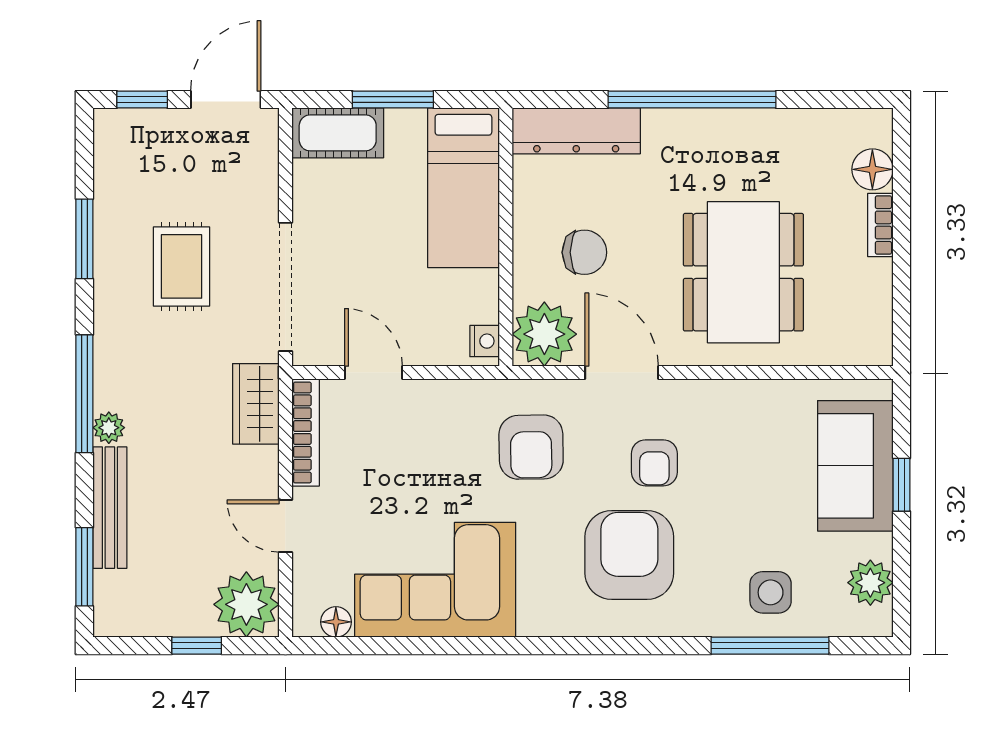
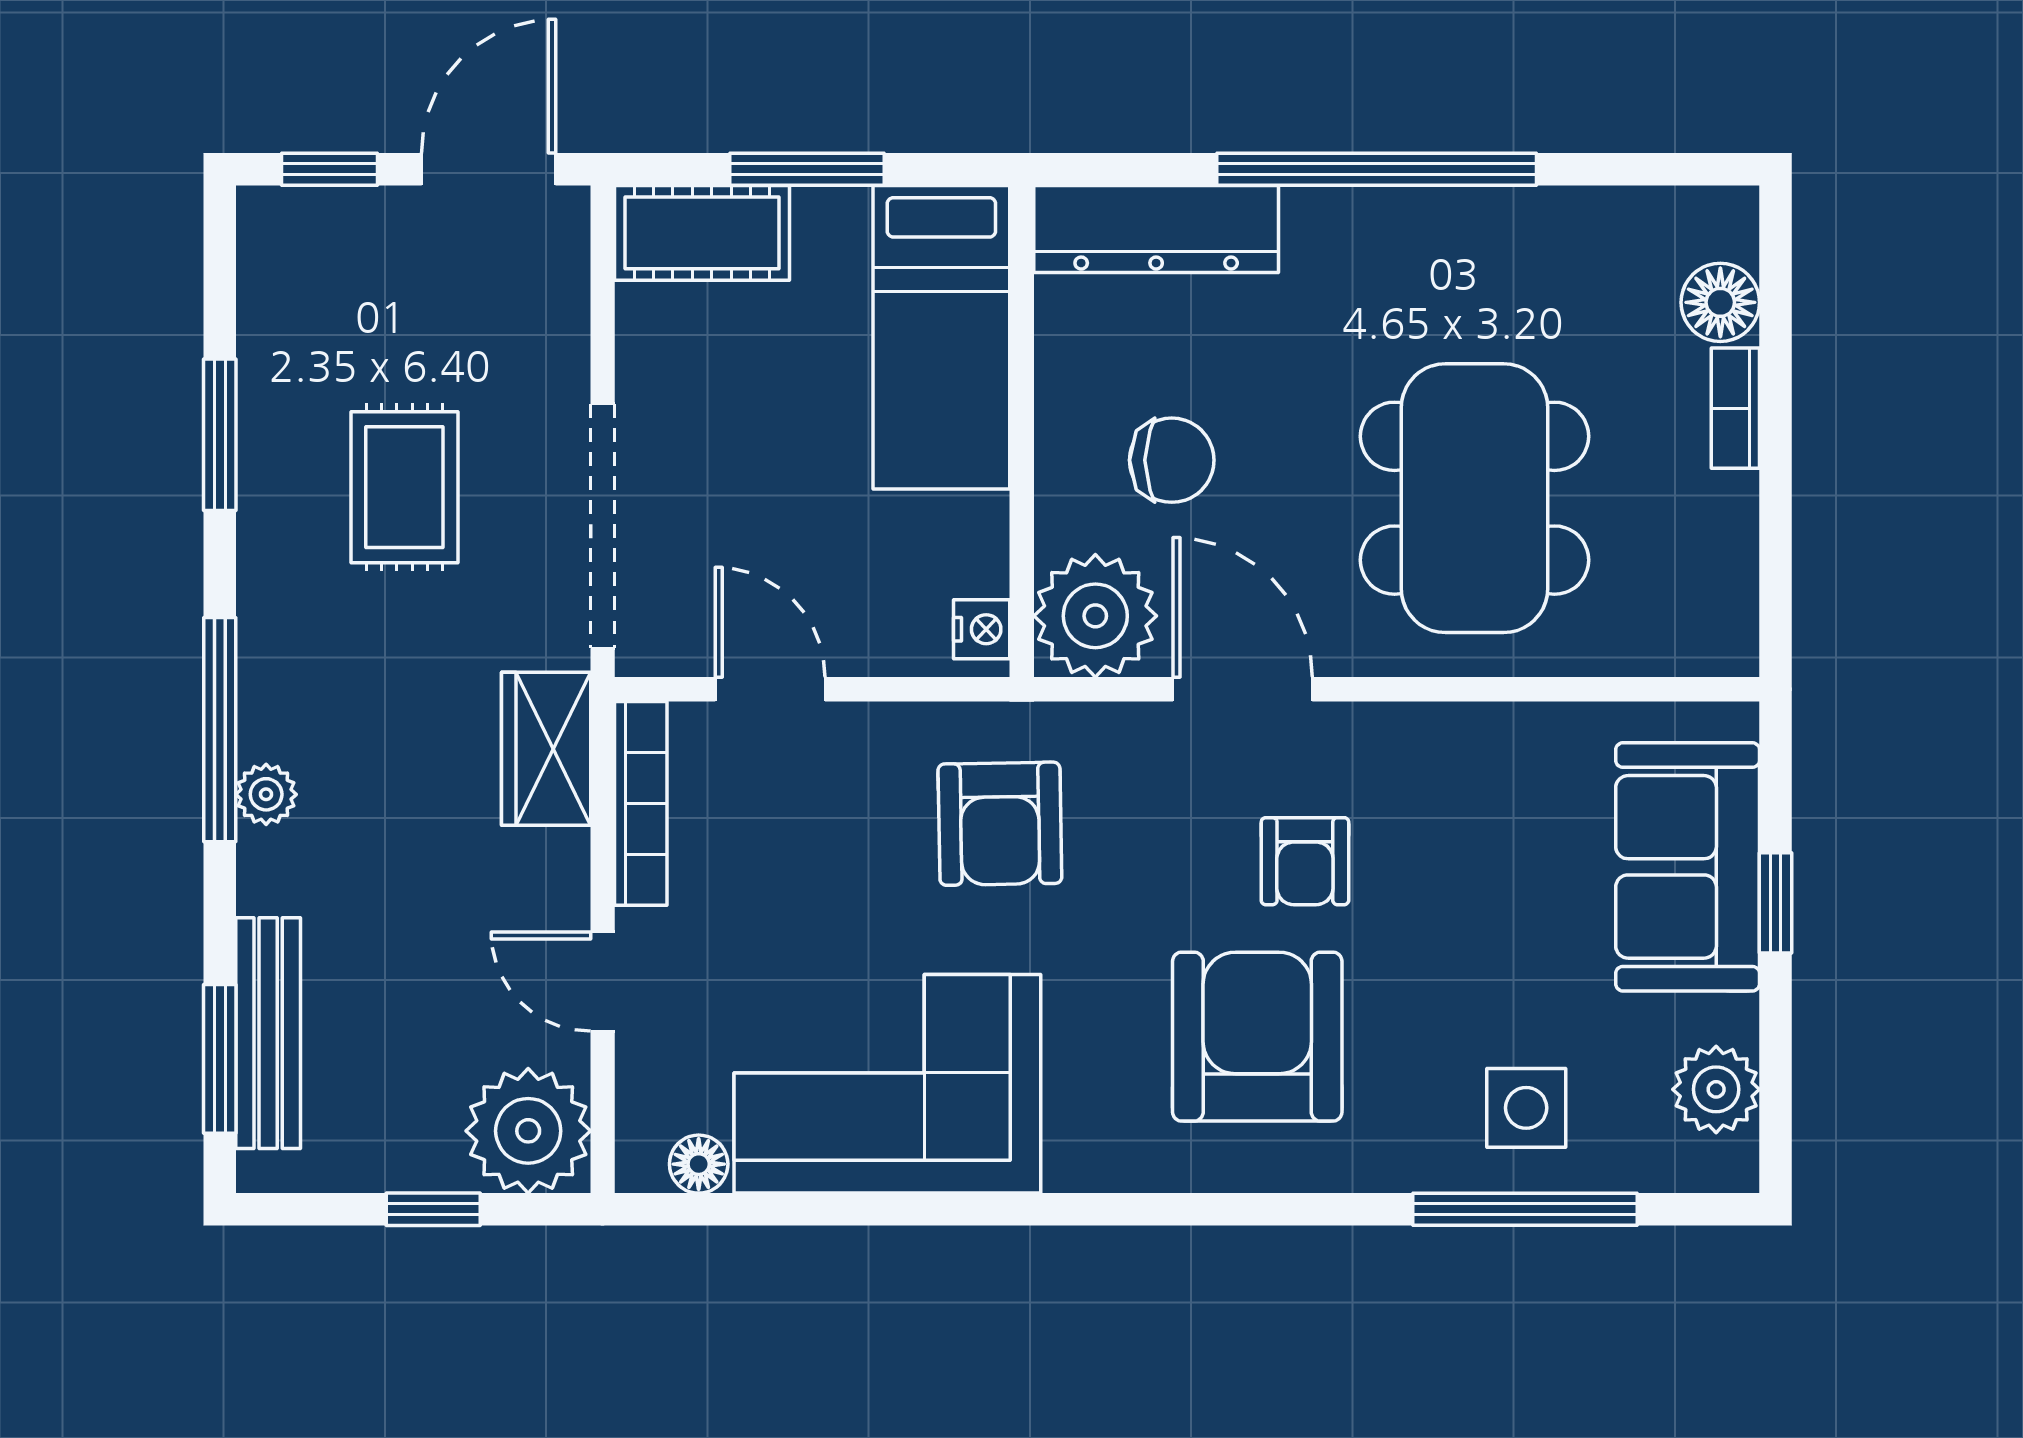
armchair: (531, 447) -> (1000, 824), moved
bench: (110, 508) -> (268, 1033), moved

